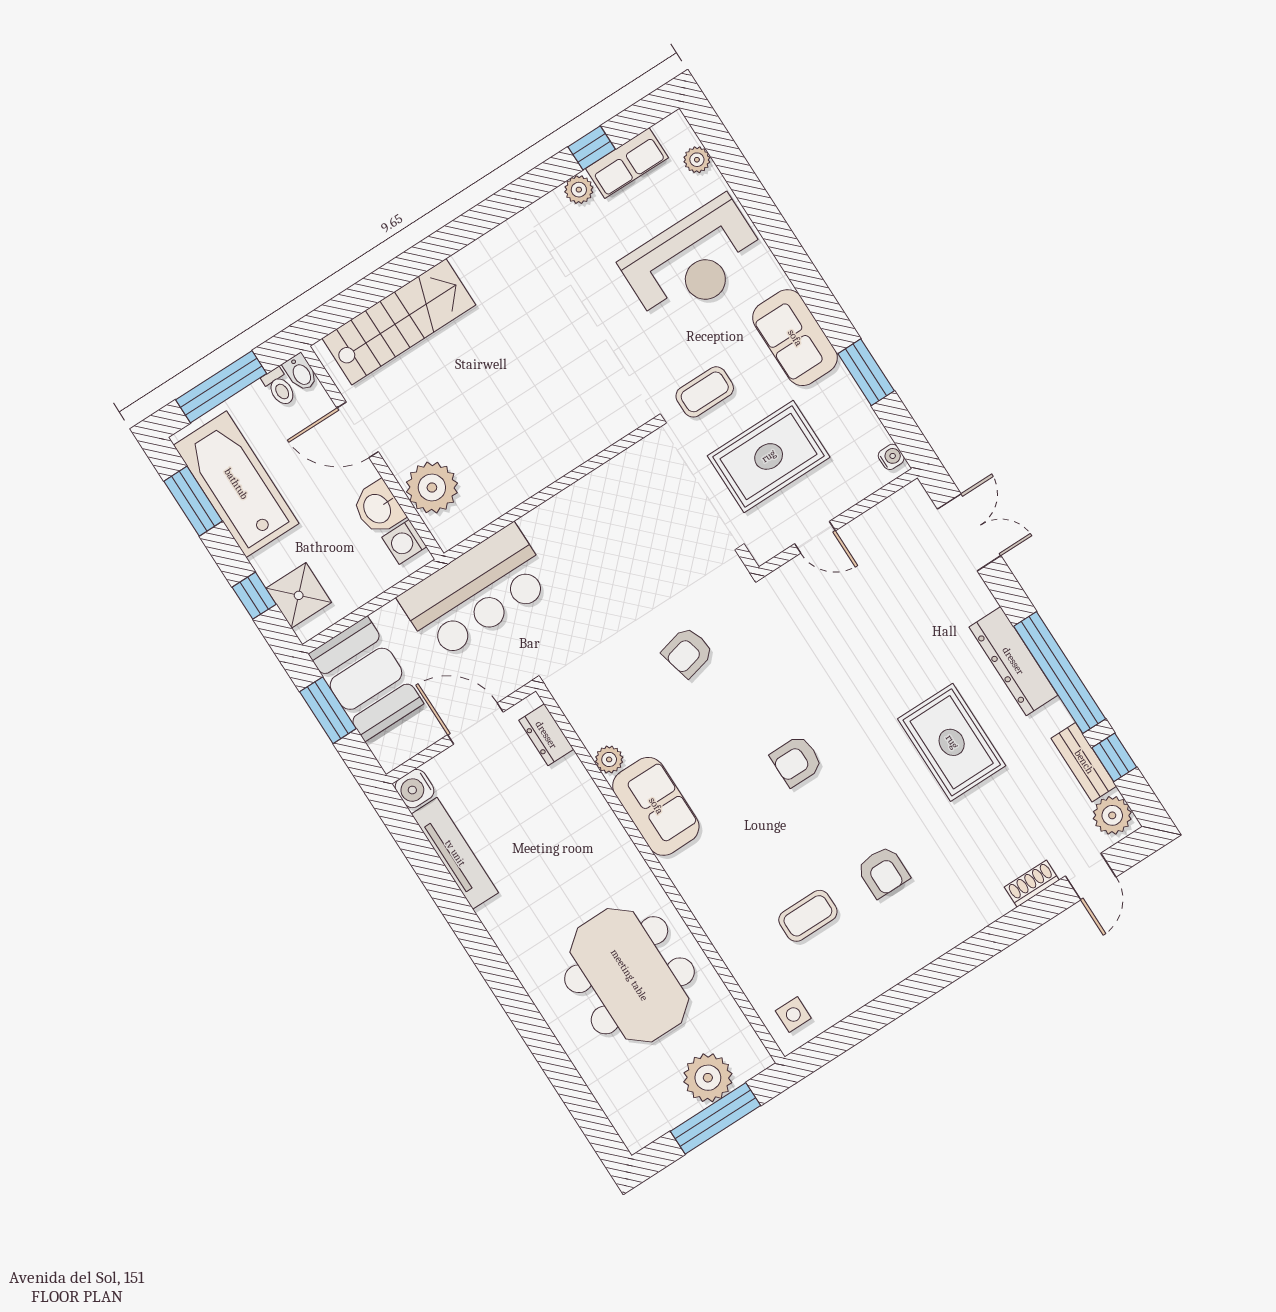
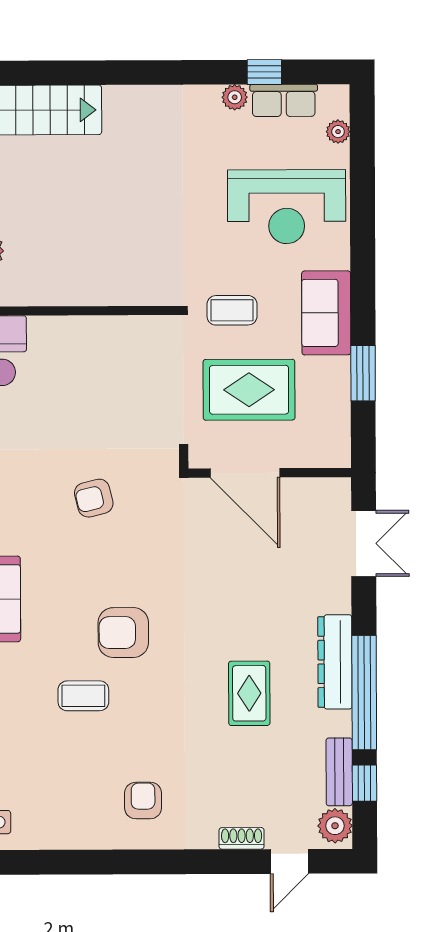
water cooler: (891, 457) -> (341, 449), removed
door: (815, 537) -> (245, 473), width x1.87
rug: (952, 742) -> (249, 693), width x0.73, depth x0.70
armchair: (796, 761) -> (123, 633), width x1.38, depth x1.38
armchair: (883, 872) -> (143, 801), moved, turned 180
coffee table: (808, 916) -> (83, 696), moved

